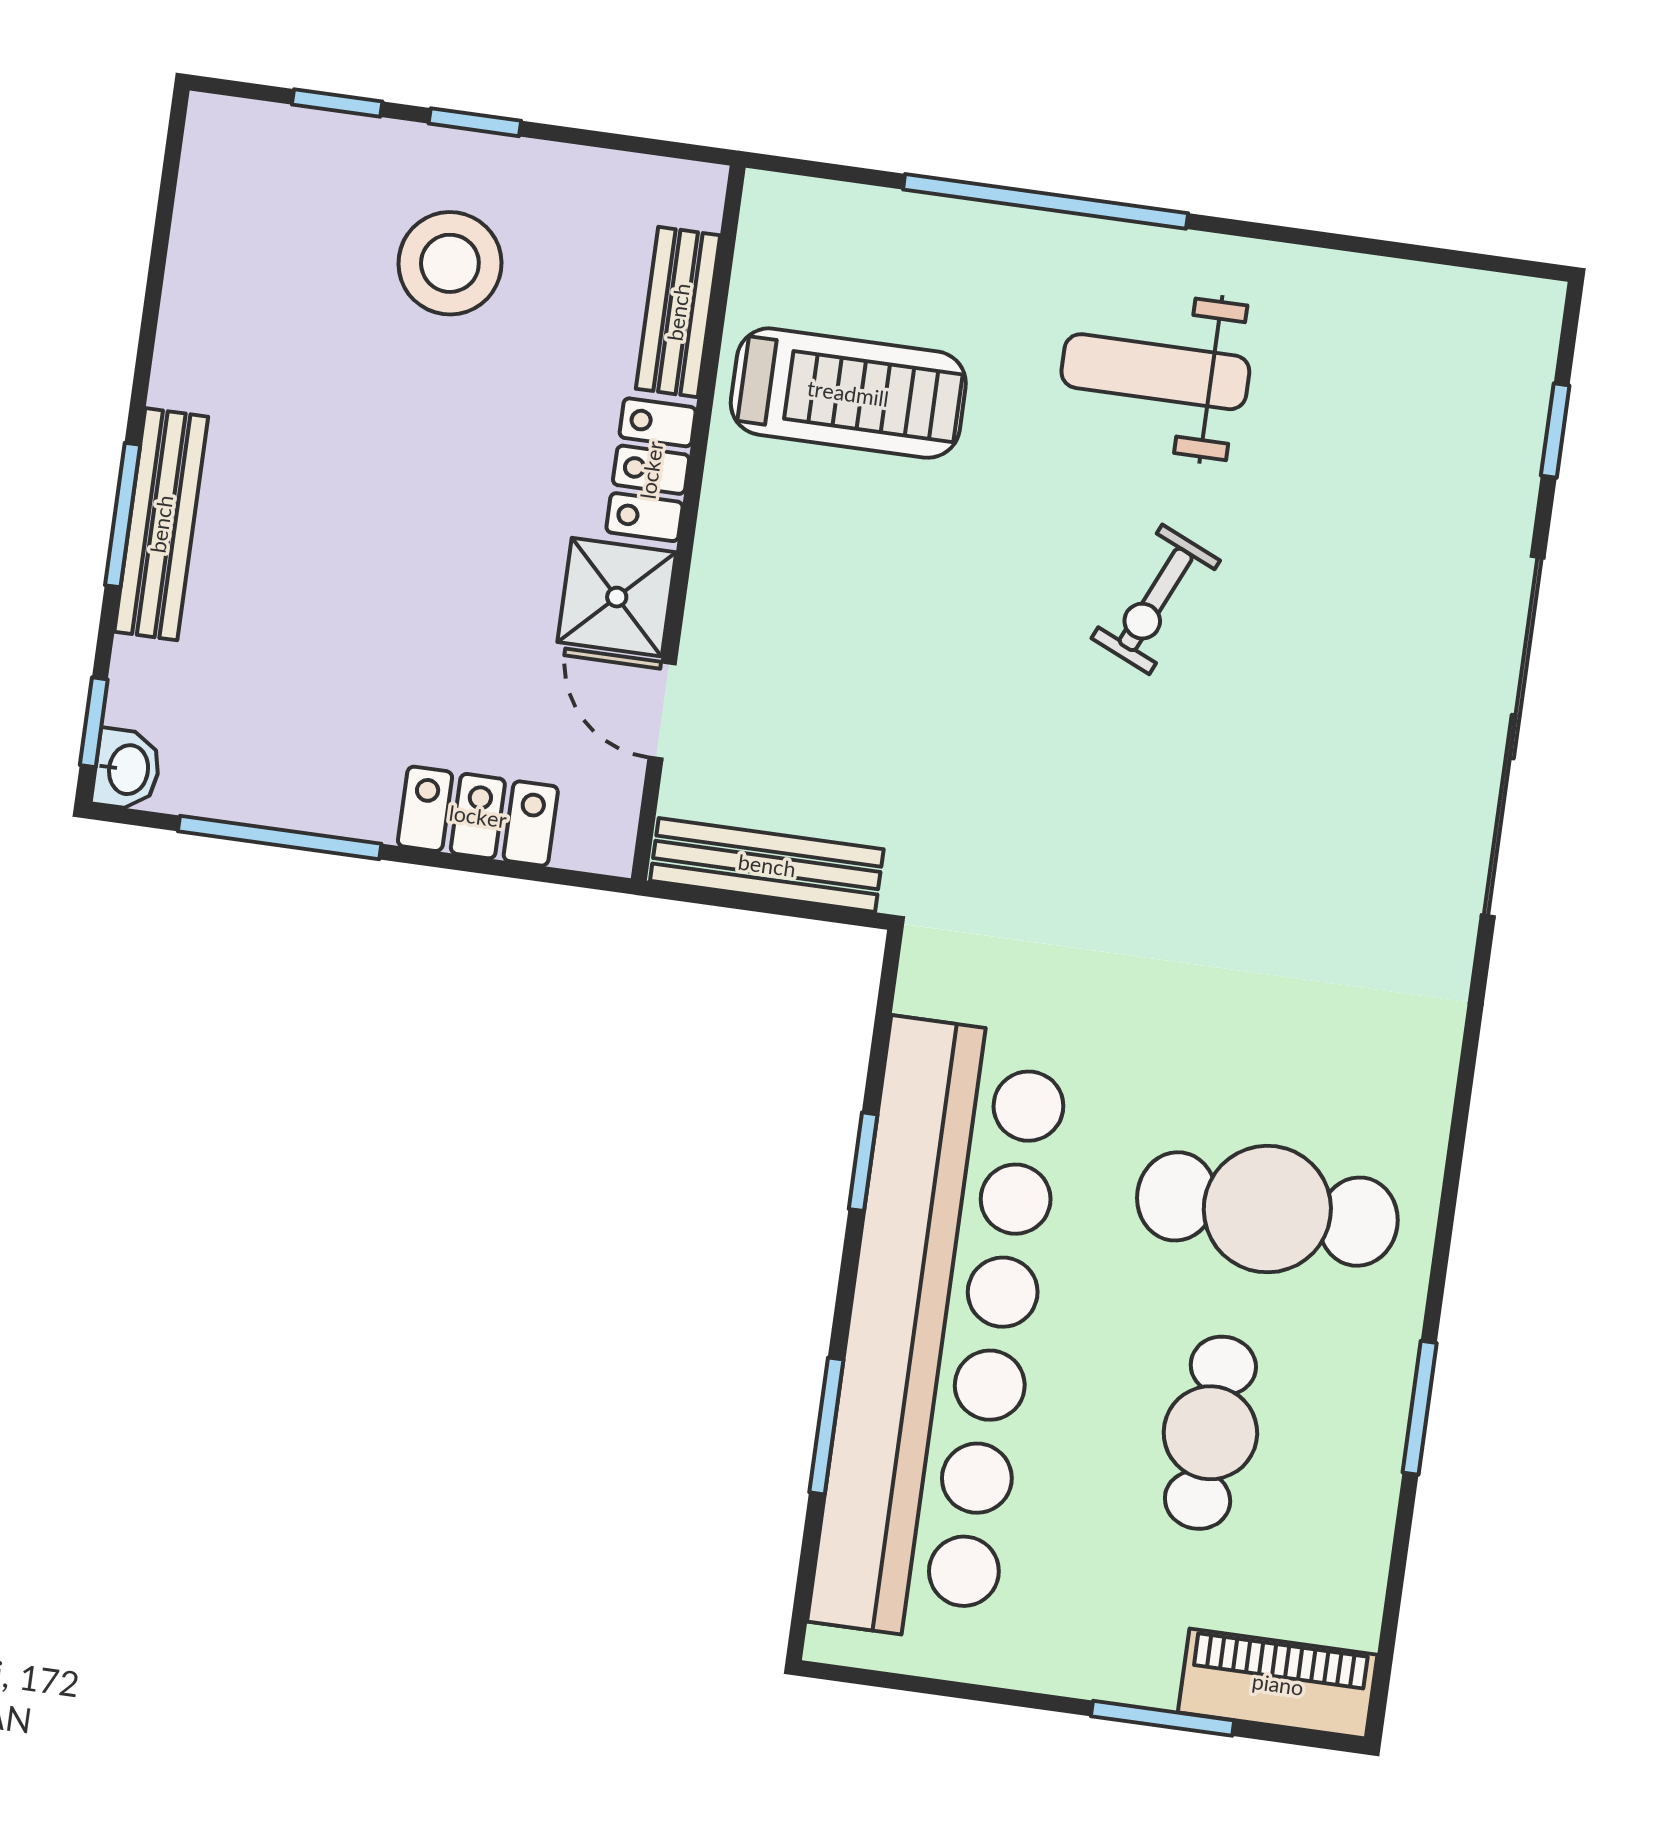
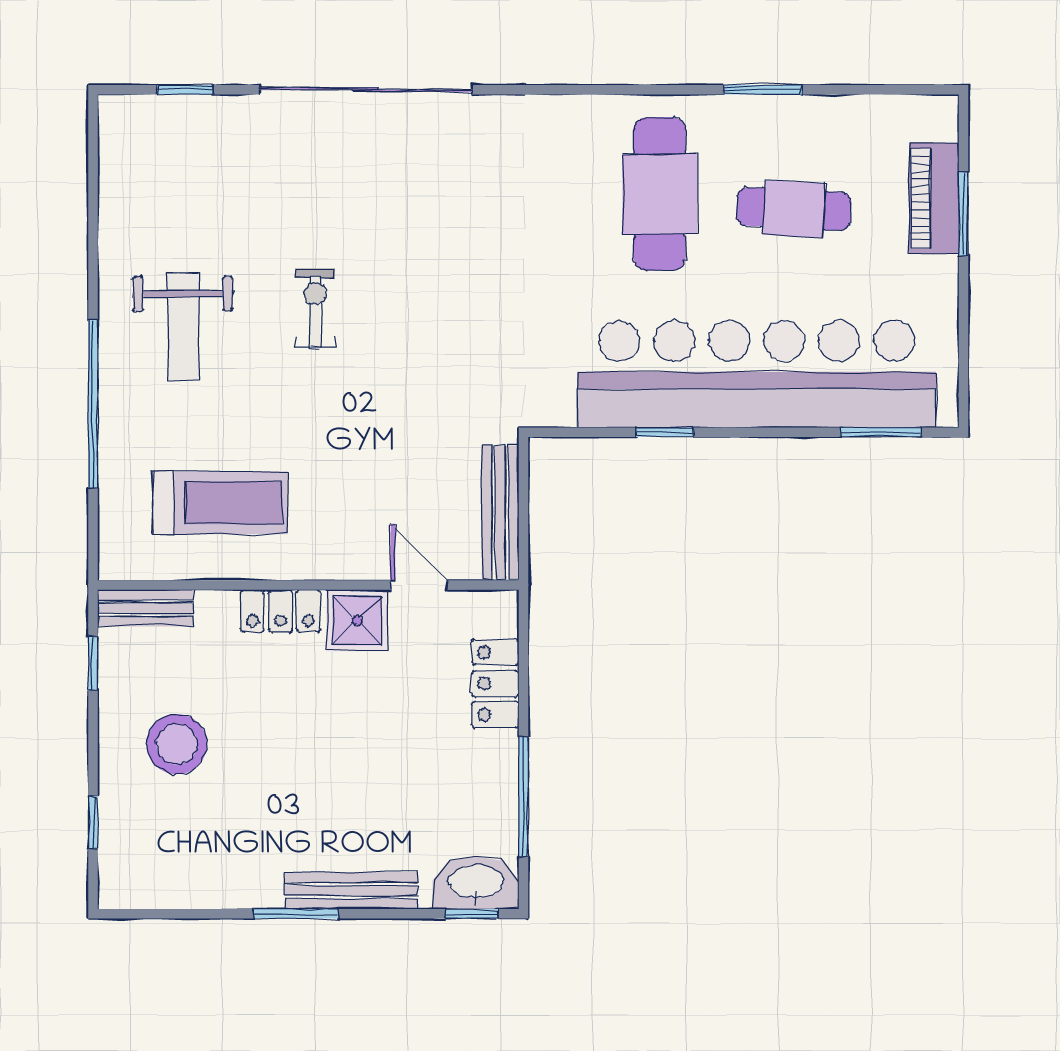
window: (475, 122) -> (93, 663), moved
bench: (678, 312) -> (146, 608), moved
treadmill: (848, 393) -> (220, 503), turned 90
window: (123, 515) -> (296, 914), moved
exercise bike: (1156, 599) -> (315, 308), turned -114
door: (662, 711) -> (419, 585), swing flipped
washbasin: (127, 769) -> (476, 883), width x1.91, depth x1.45
window: (826, 1426) -> (881, 432), moved
piano: (1278, 1684) -> (934, 198), moved

